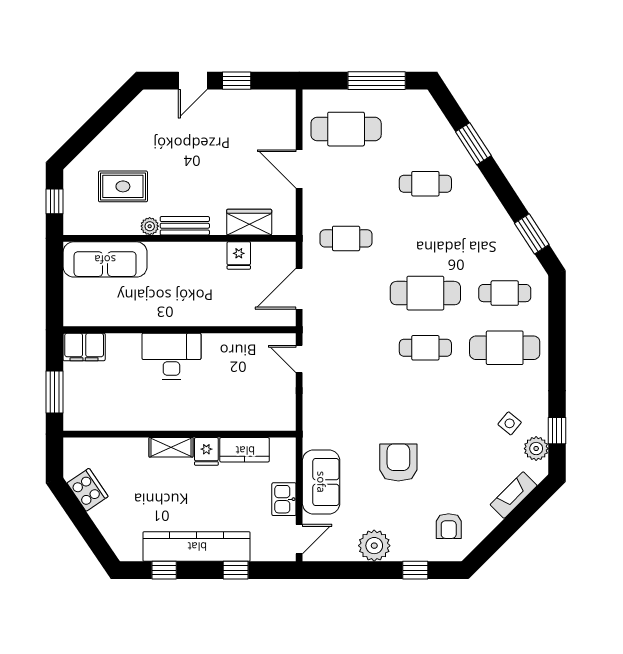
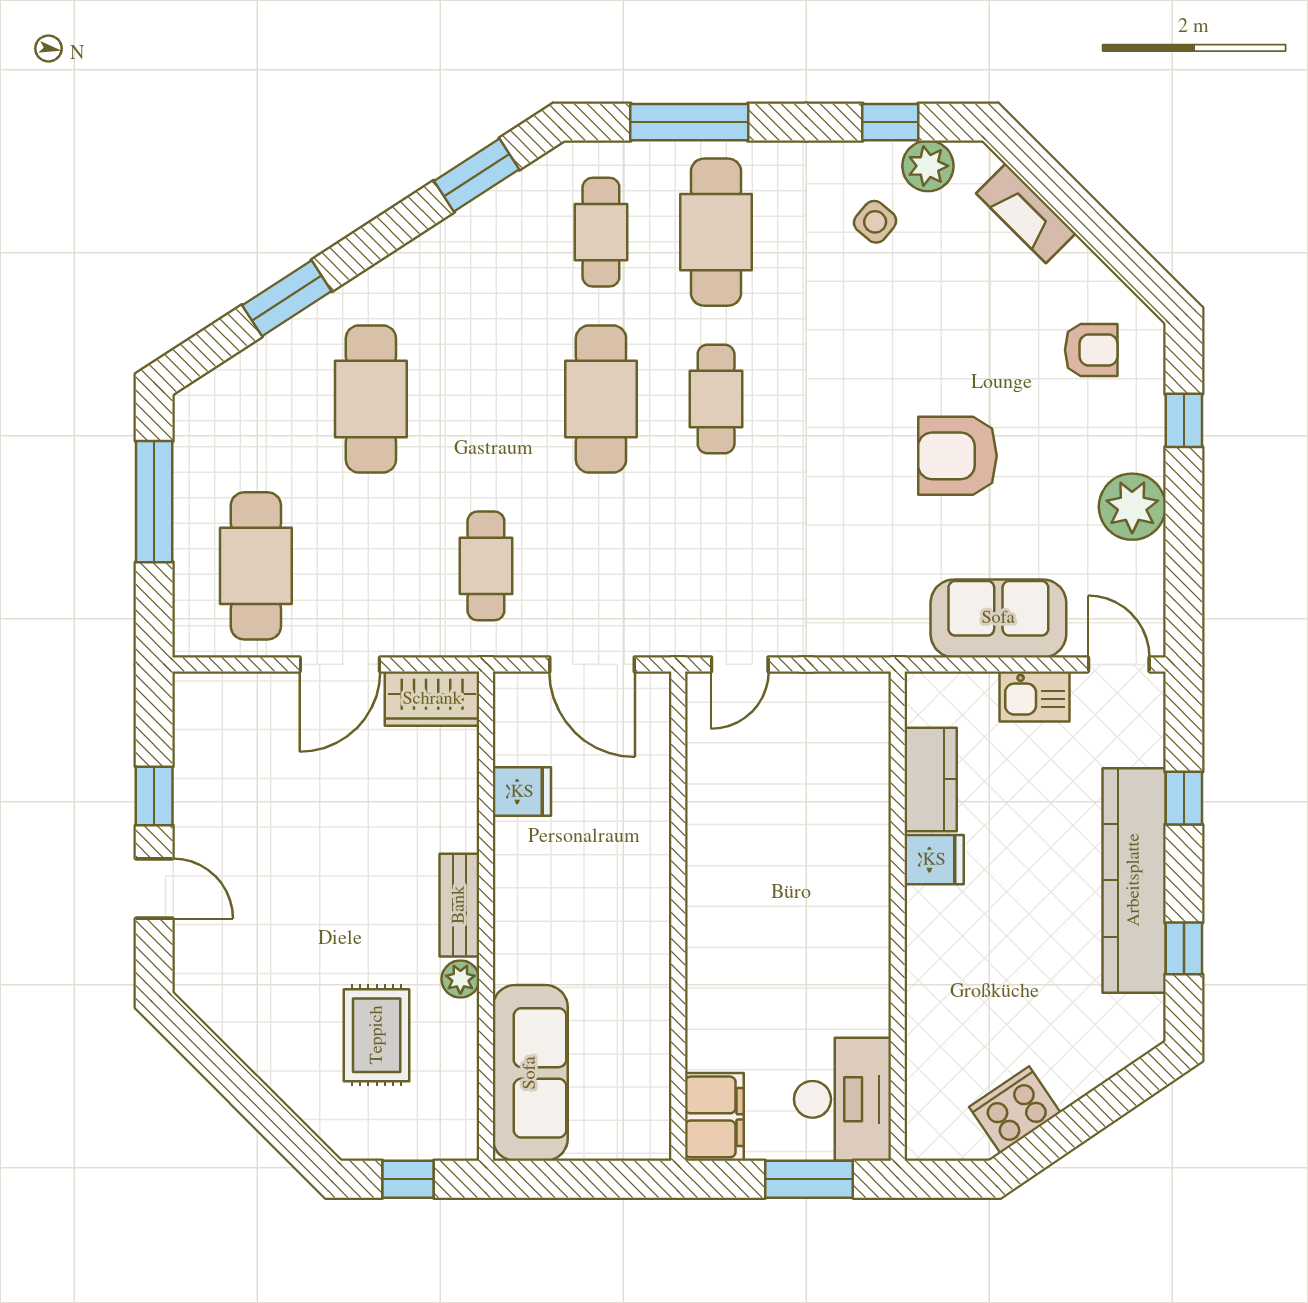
cafe table: (425, 184) -> (371, 399), width x1.37, depth x1.35
wardrobe: (249, 222) -> (432, 699), moved, turned -90
window: (557, 335) -> (689, 122), added
desk: (171, 356) -> (843, 1099), moved, turned 180
shelving: (171, 447) -> (925, 934), removed

